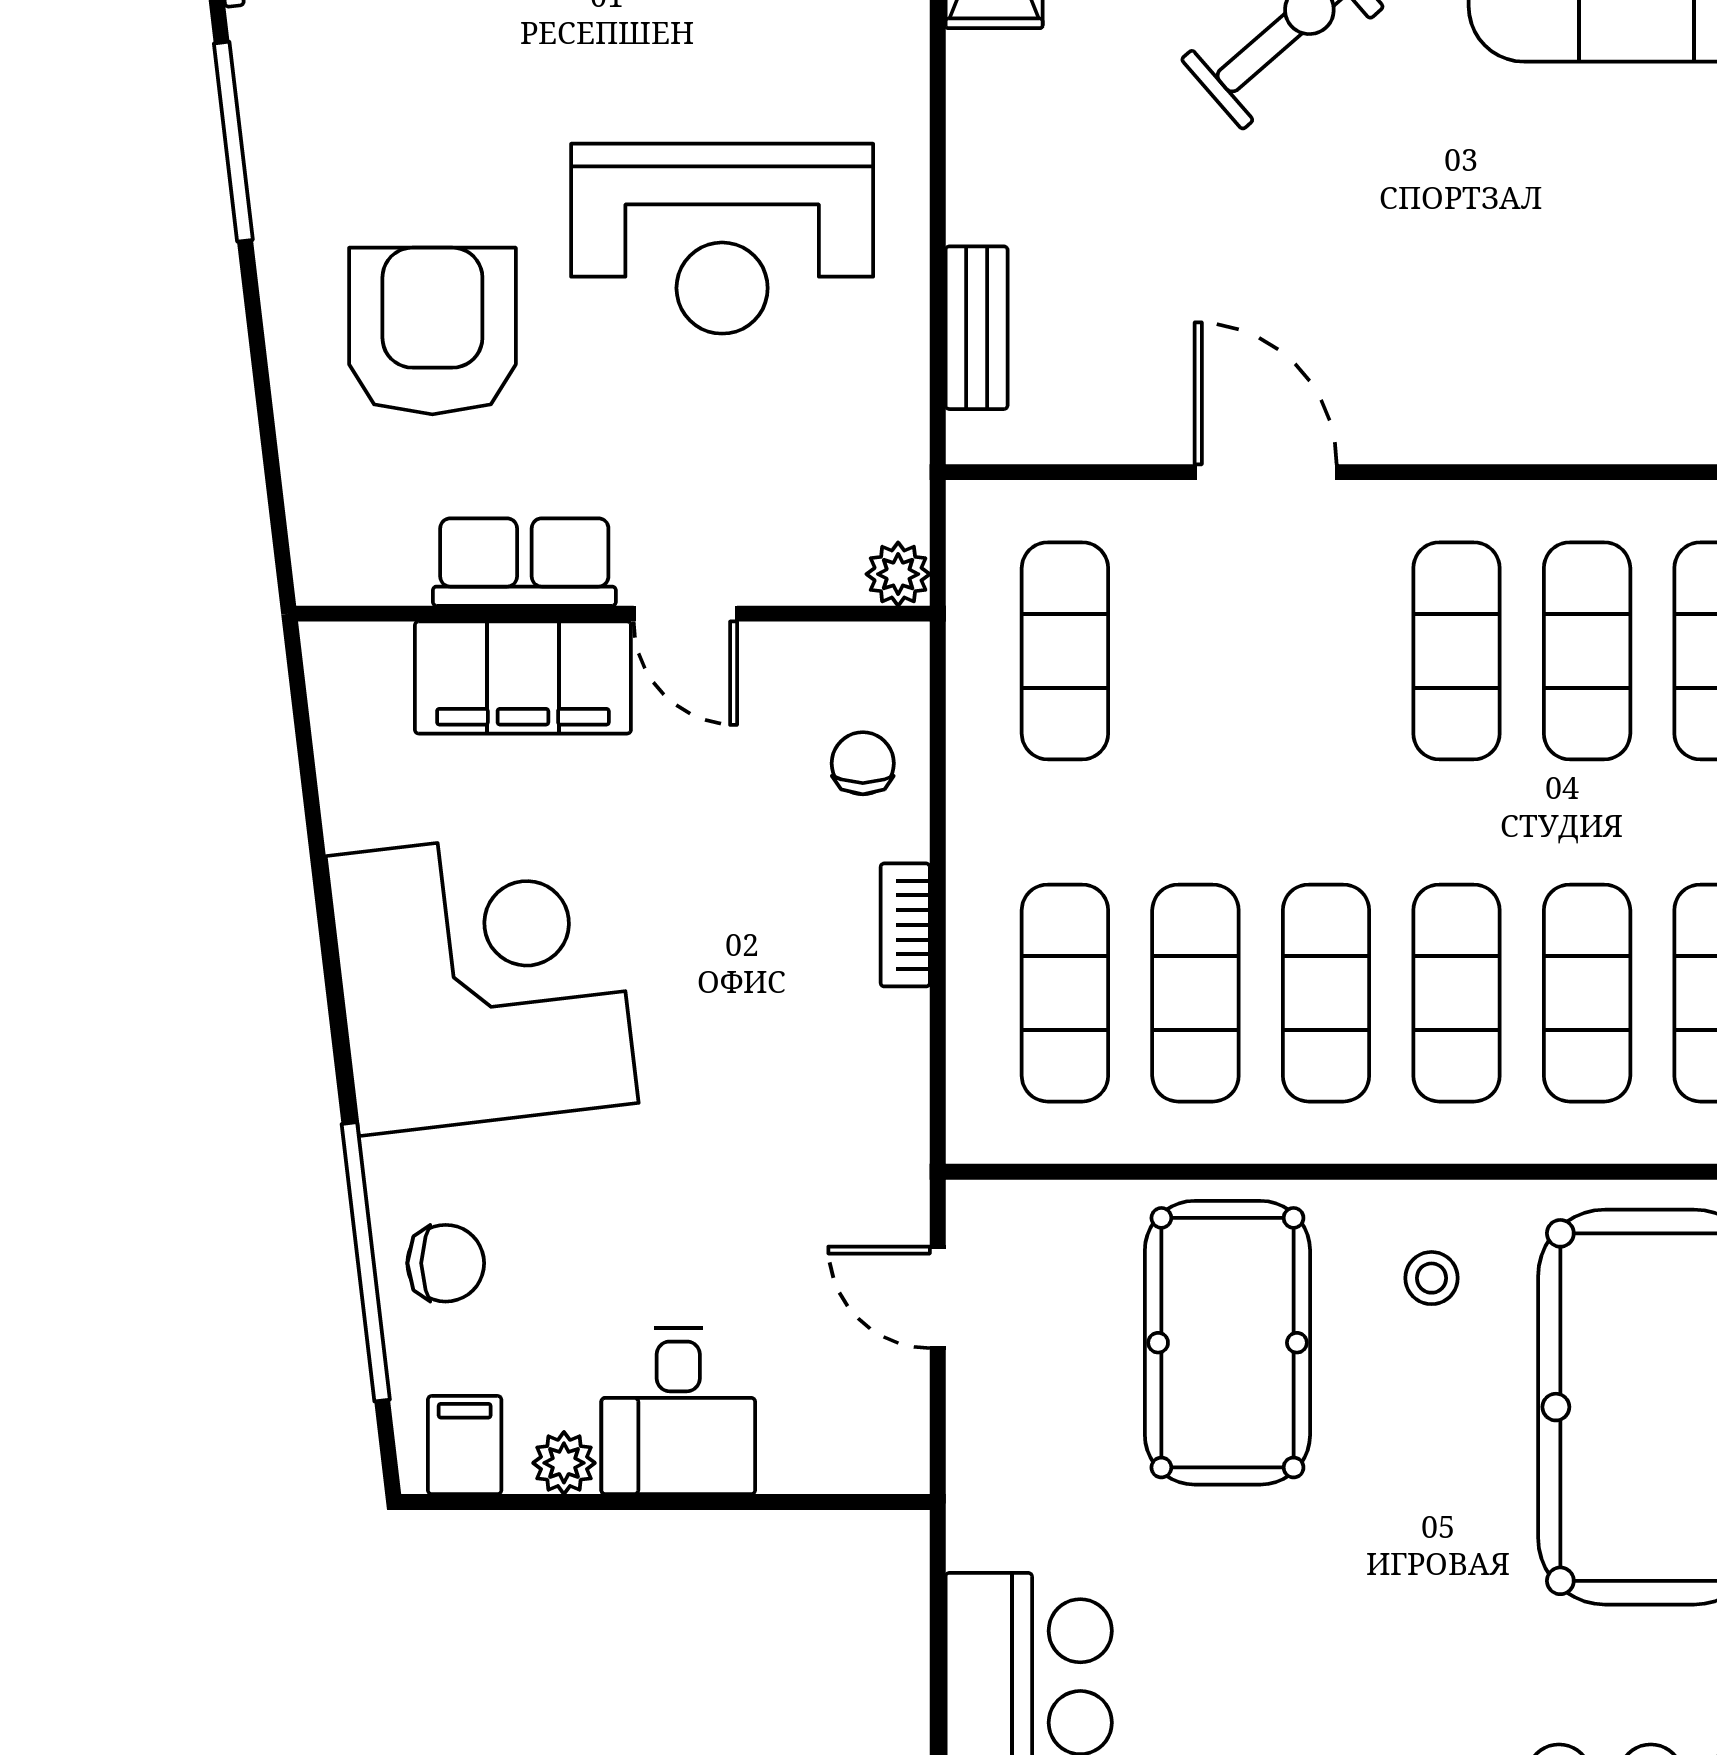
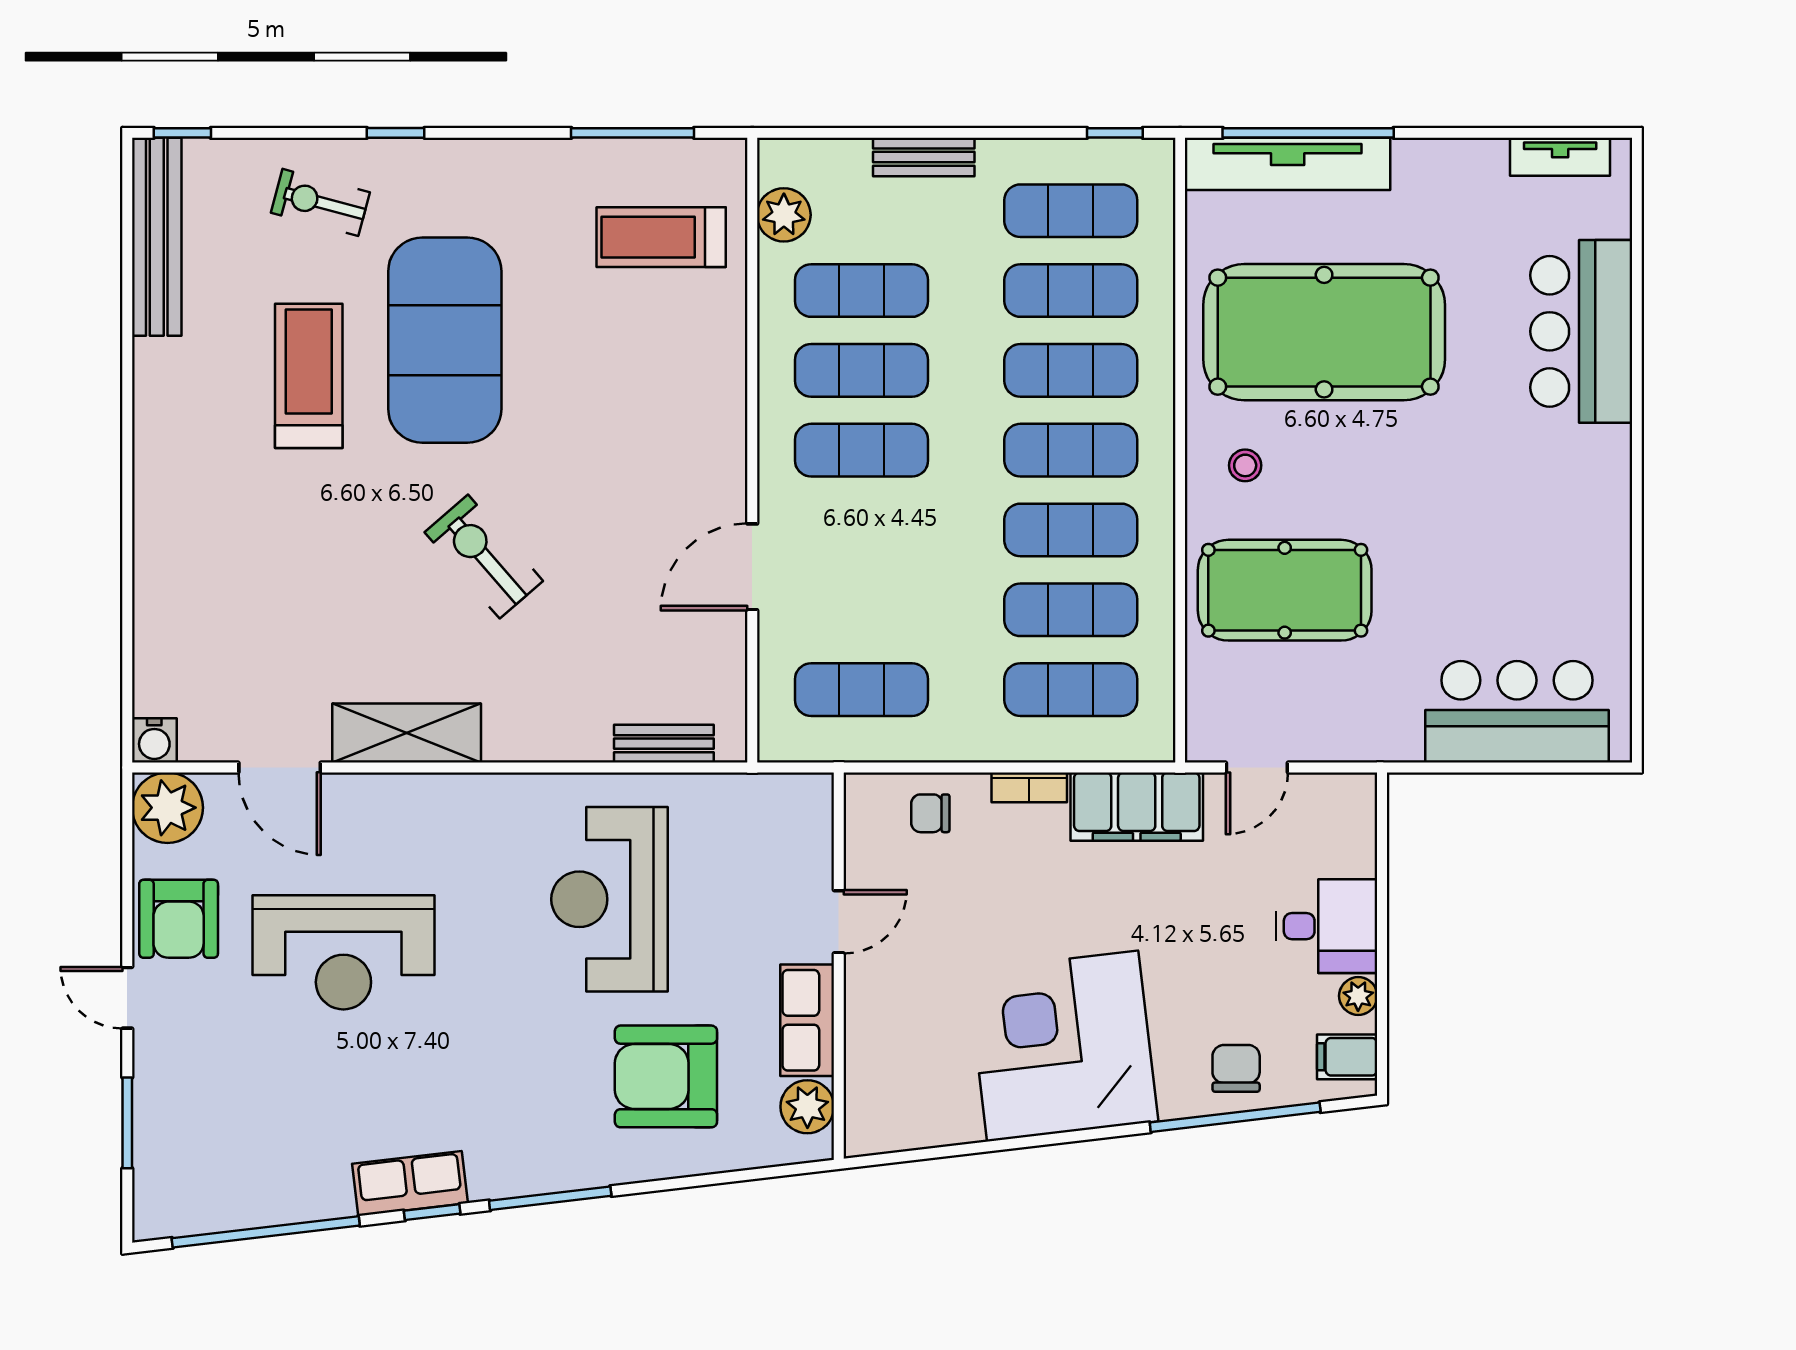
reception desk: (722, 239) -> (610, 899), turned 180
plant: (898, 574) -> (807, 1107), moved, width x1.38, depth x1.38
filing cabinet: (523, 677) -> (1137, 807), moved, turned 90

